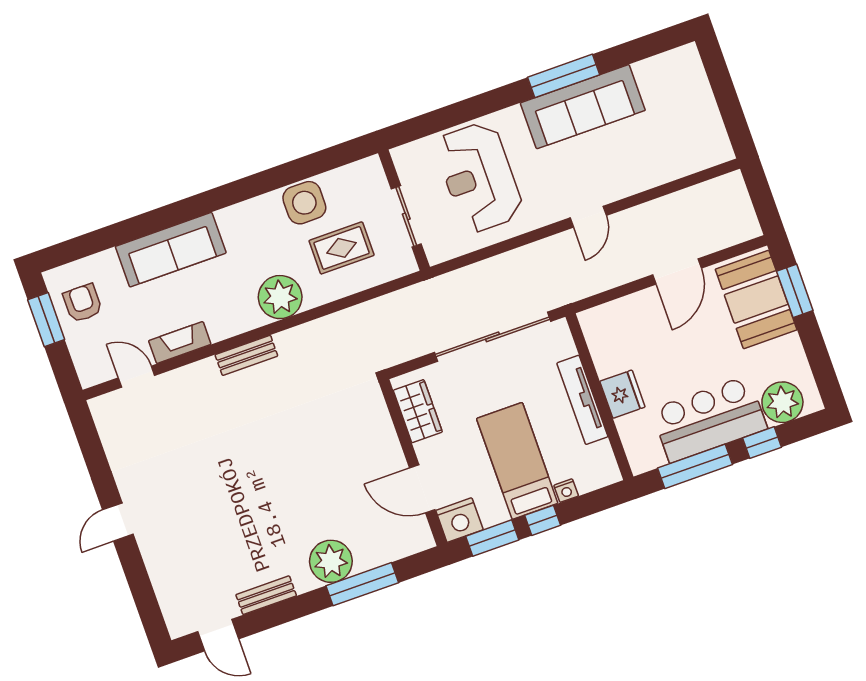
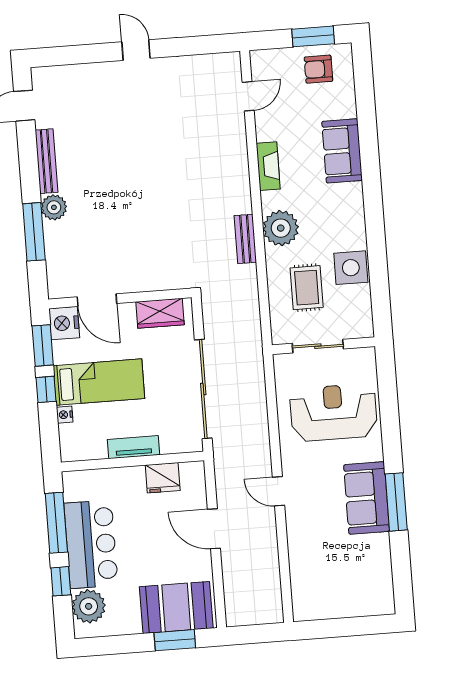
sofa: (583, 107) -> (367, 498), width x0.73
sofa: (171, 250) -> (342, 151), width x0.73
door: (677, 271) -> (214, 529), moved
armchair: (83, 303) -> (318, 69), turned 180
fireplace: (180, 343) -> (268, 166), moved
bench: (246, 355) -> (245, 239), moved
fridge: (622, 394) -> (163, 478), moved
tv unit: (582, 400) -> (134, 447), width x0.71
door: (422, 489) -> (97, 300), swing flipped
plant: (331, 561) -> (54, 207), width x0.73, depth x0.73
bench: (266, 595) -> (46, 161), width x1.36

